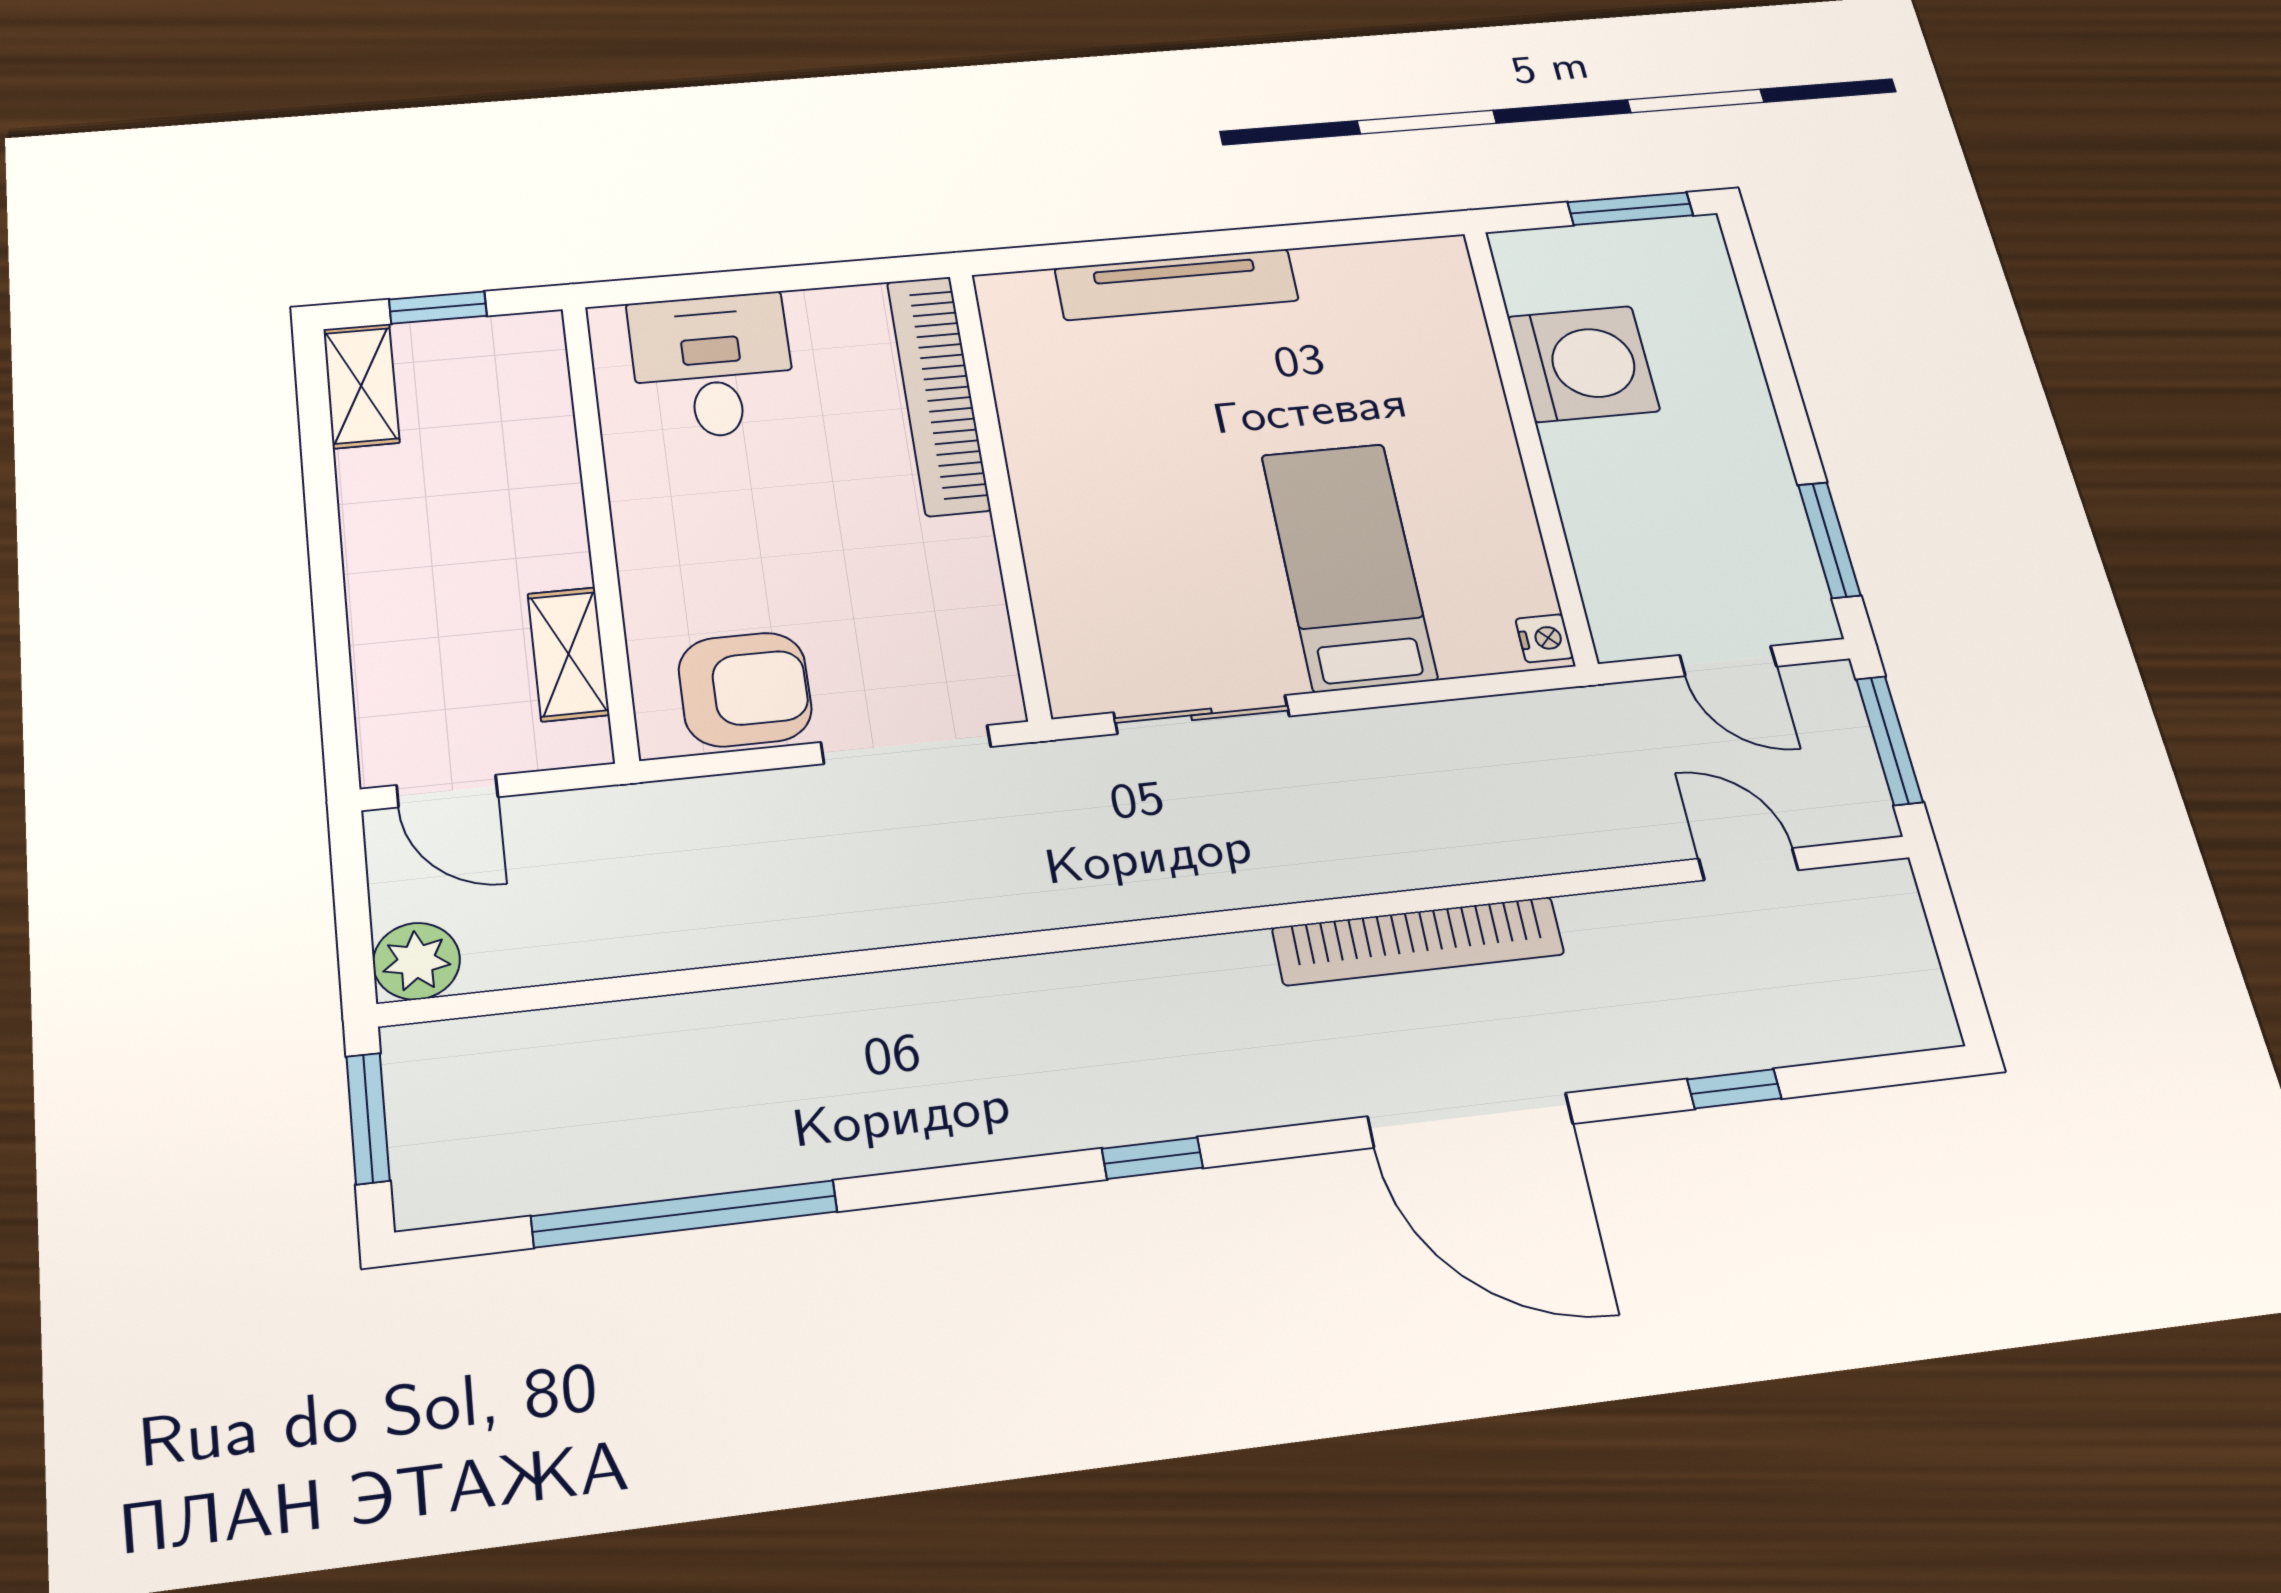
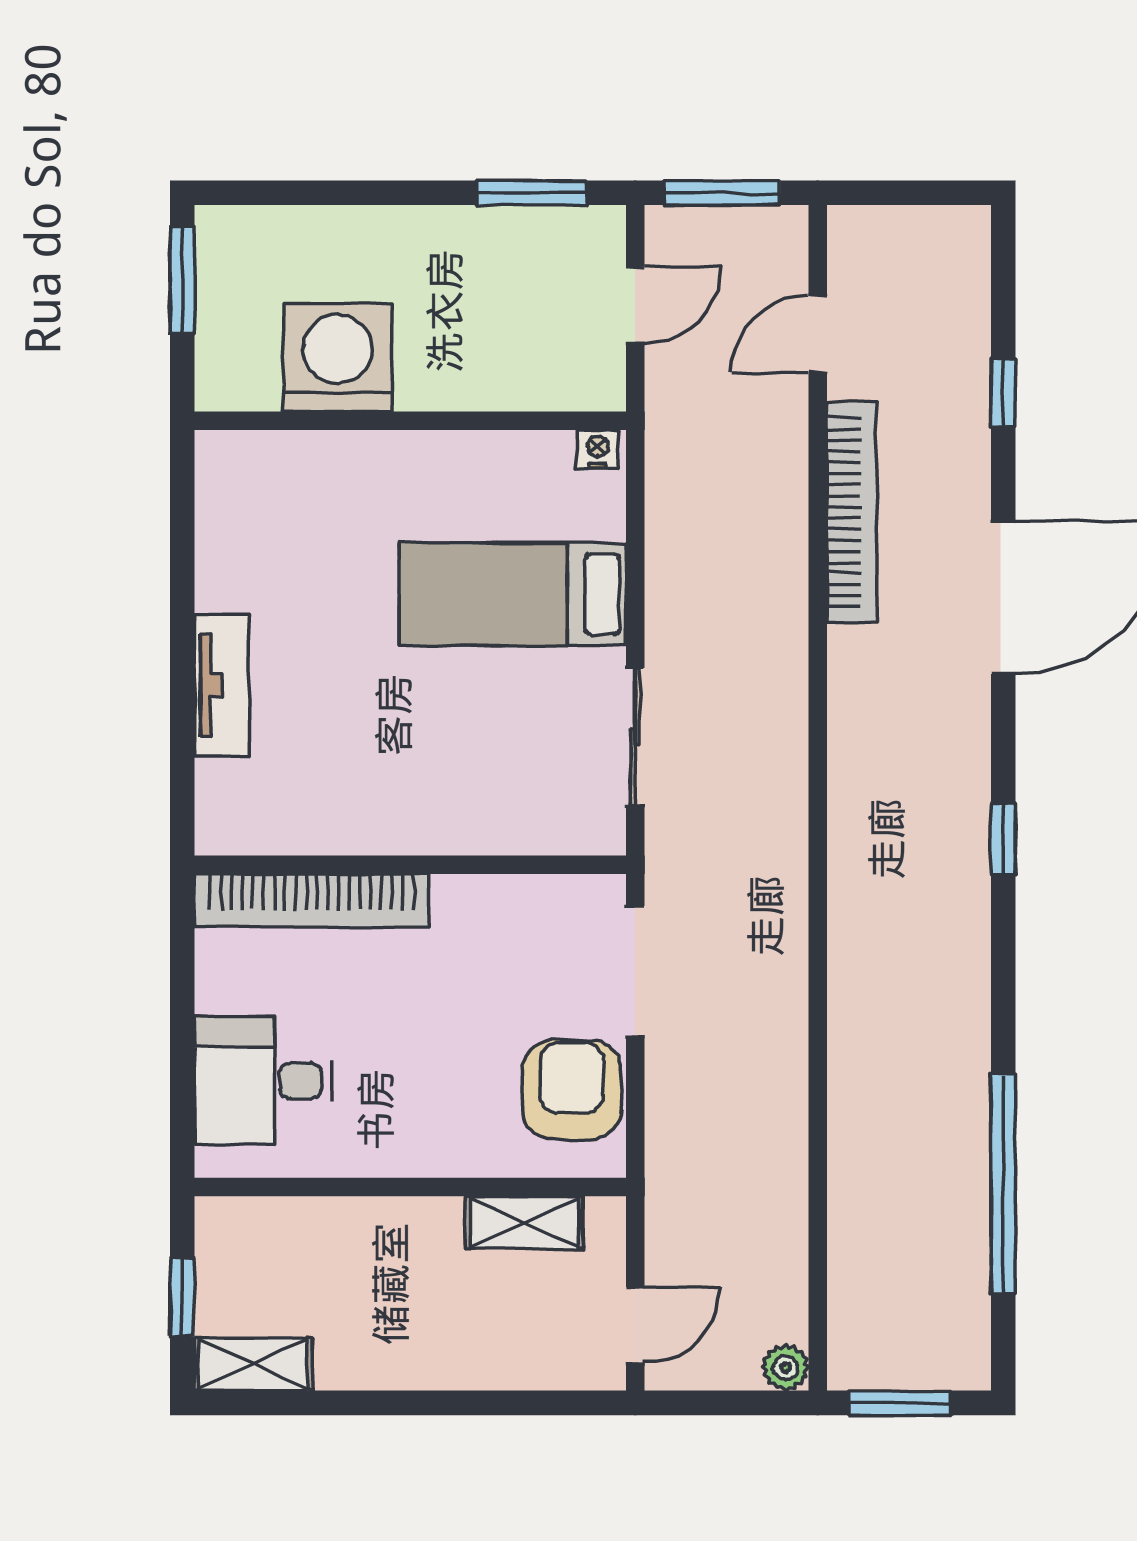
tv unit: (1177, 284) -> (221, 685), width x0.71
bookcase: (1418, 941) -> (852, 512), moved
plant: (416, 961) -> (785, 1368), width x0.73, depth x0.73

